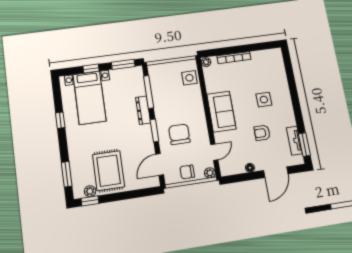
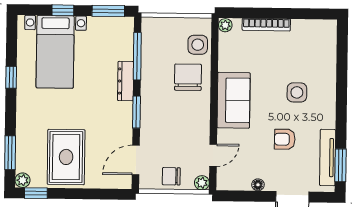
chair: (179, 134) -> (188, 77), moved
tv unit: (294, 141) -> (328, 158), width x1.41
plant: (90, 191) -> (23, 180), moved

